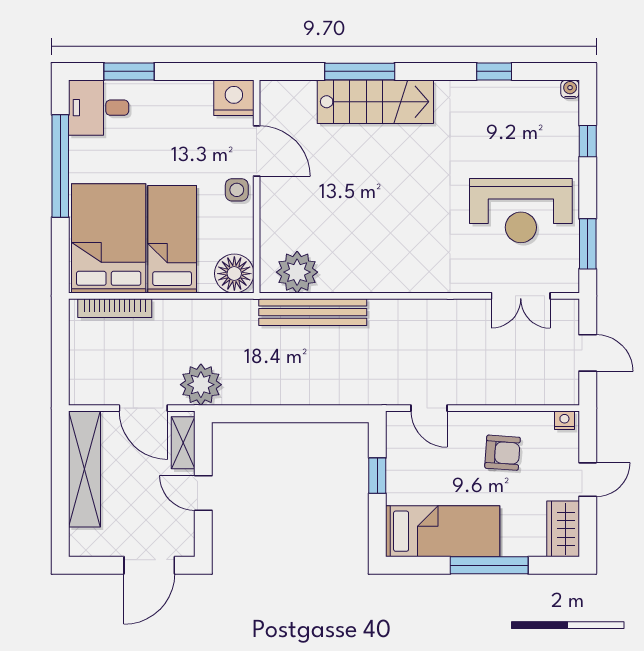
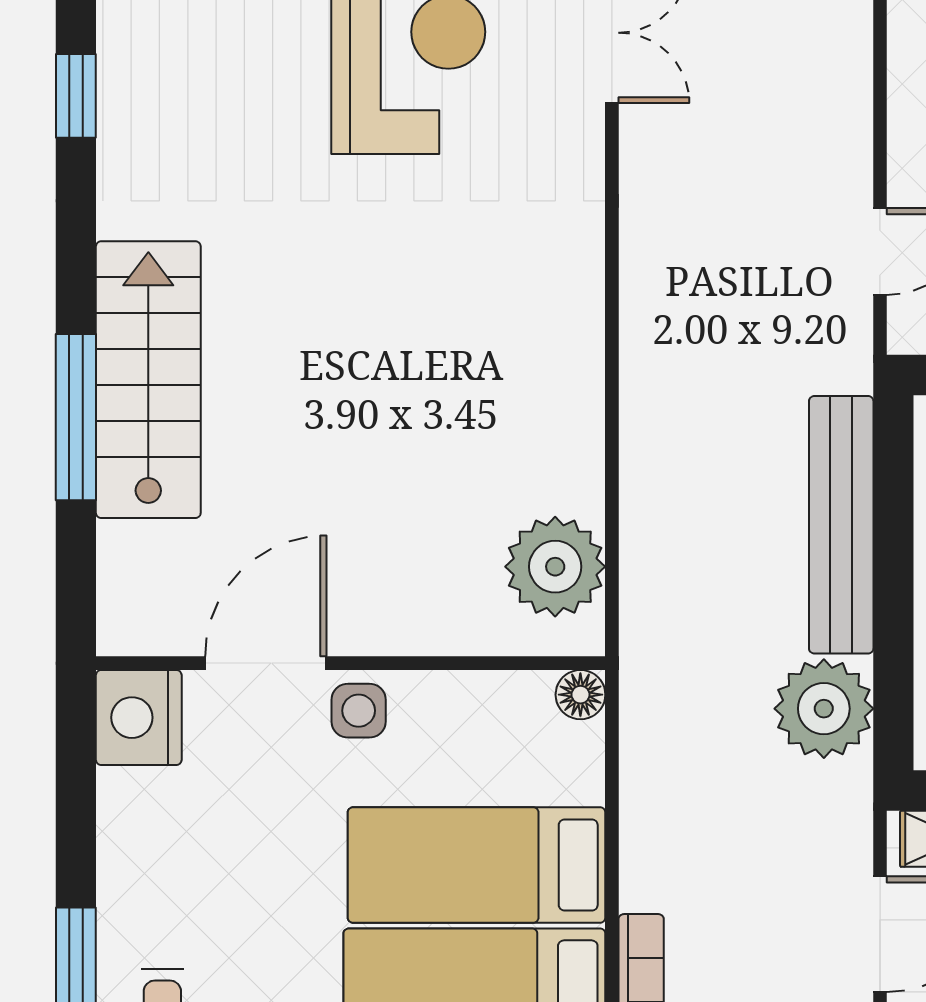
floor lamp: (234, 274) -> (580, 695), width x0.53, depth x0.53
bench: (313, 312) -> (841, 525), moved
plant: (201, 385) -> (824, 709), moved

